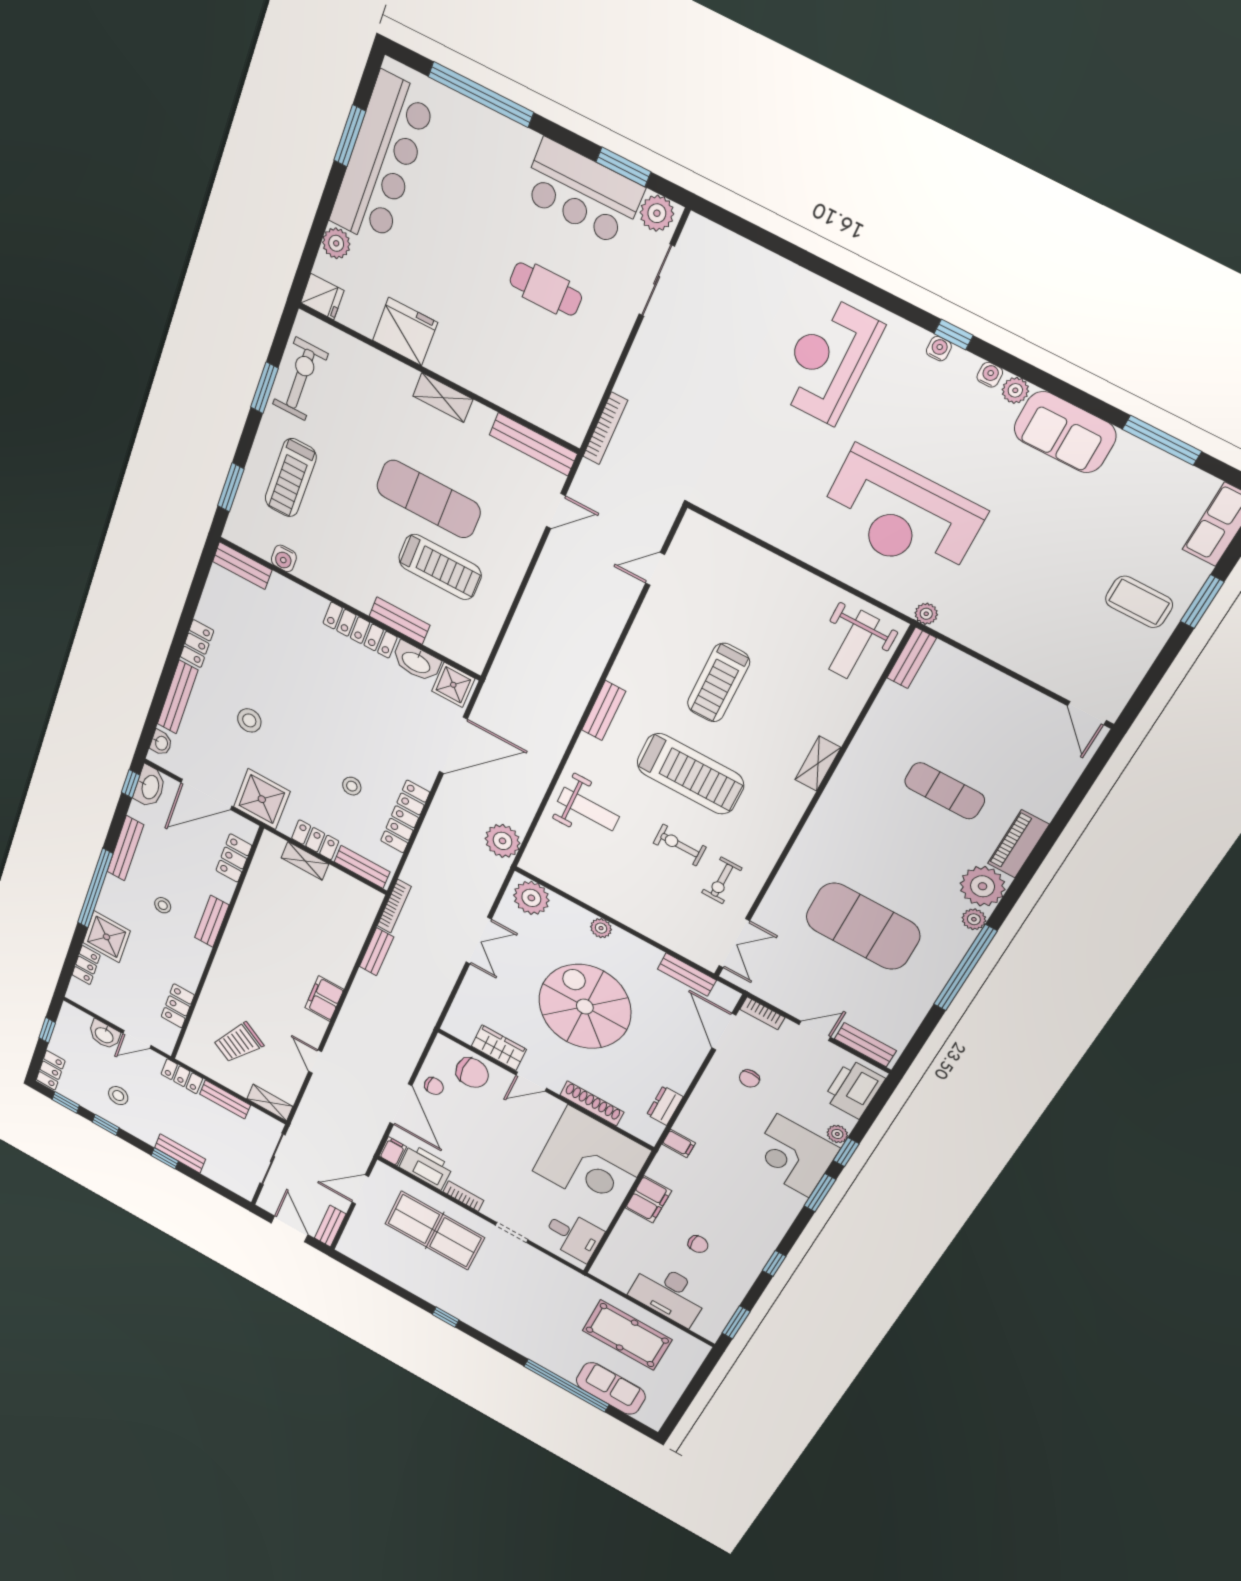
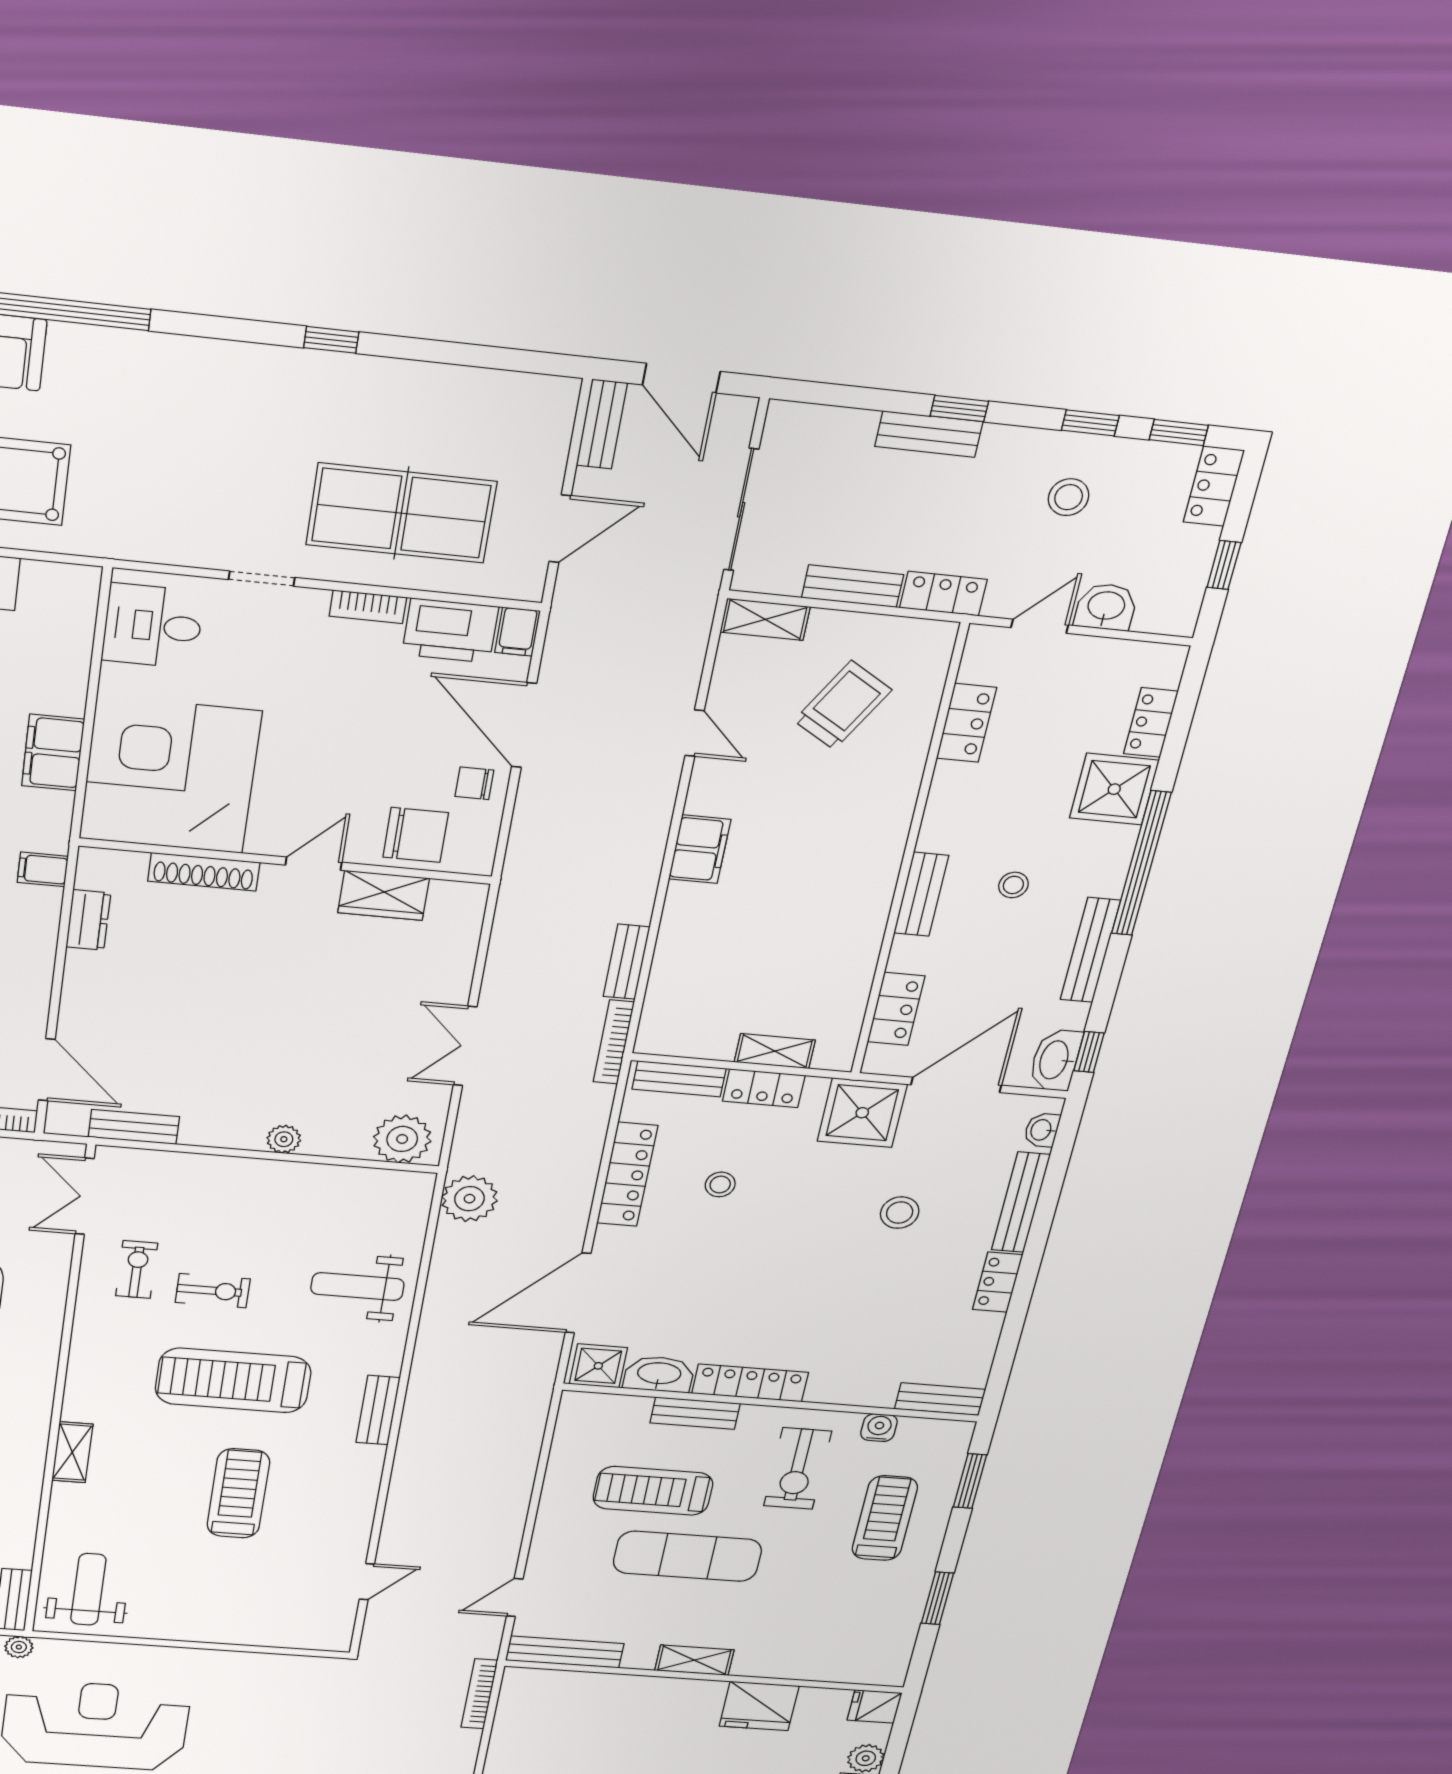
exercise bike: (300, 379) -> (798, 1469), moved
spiral stairs: (585, 1007) -> (268, 1018), removed
chair: (472, 1073) -> (416, 835), turned 180

